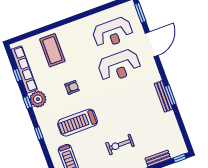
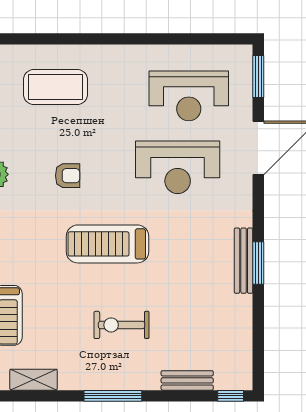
coffee table: (52, 50) -> (56, 87), turned 90
treadmill: (78, 123) -> (108, 244), moved

